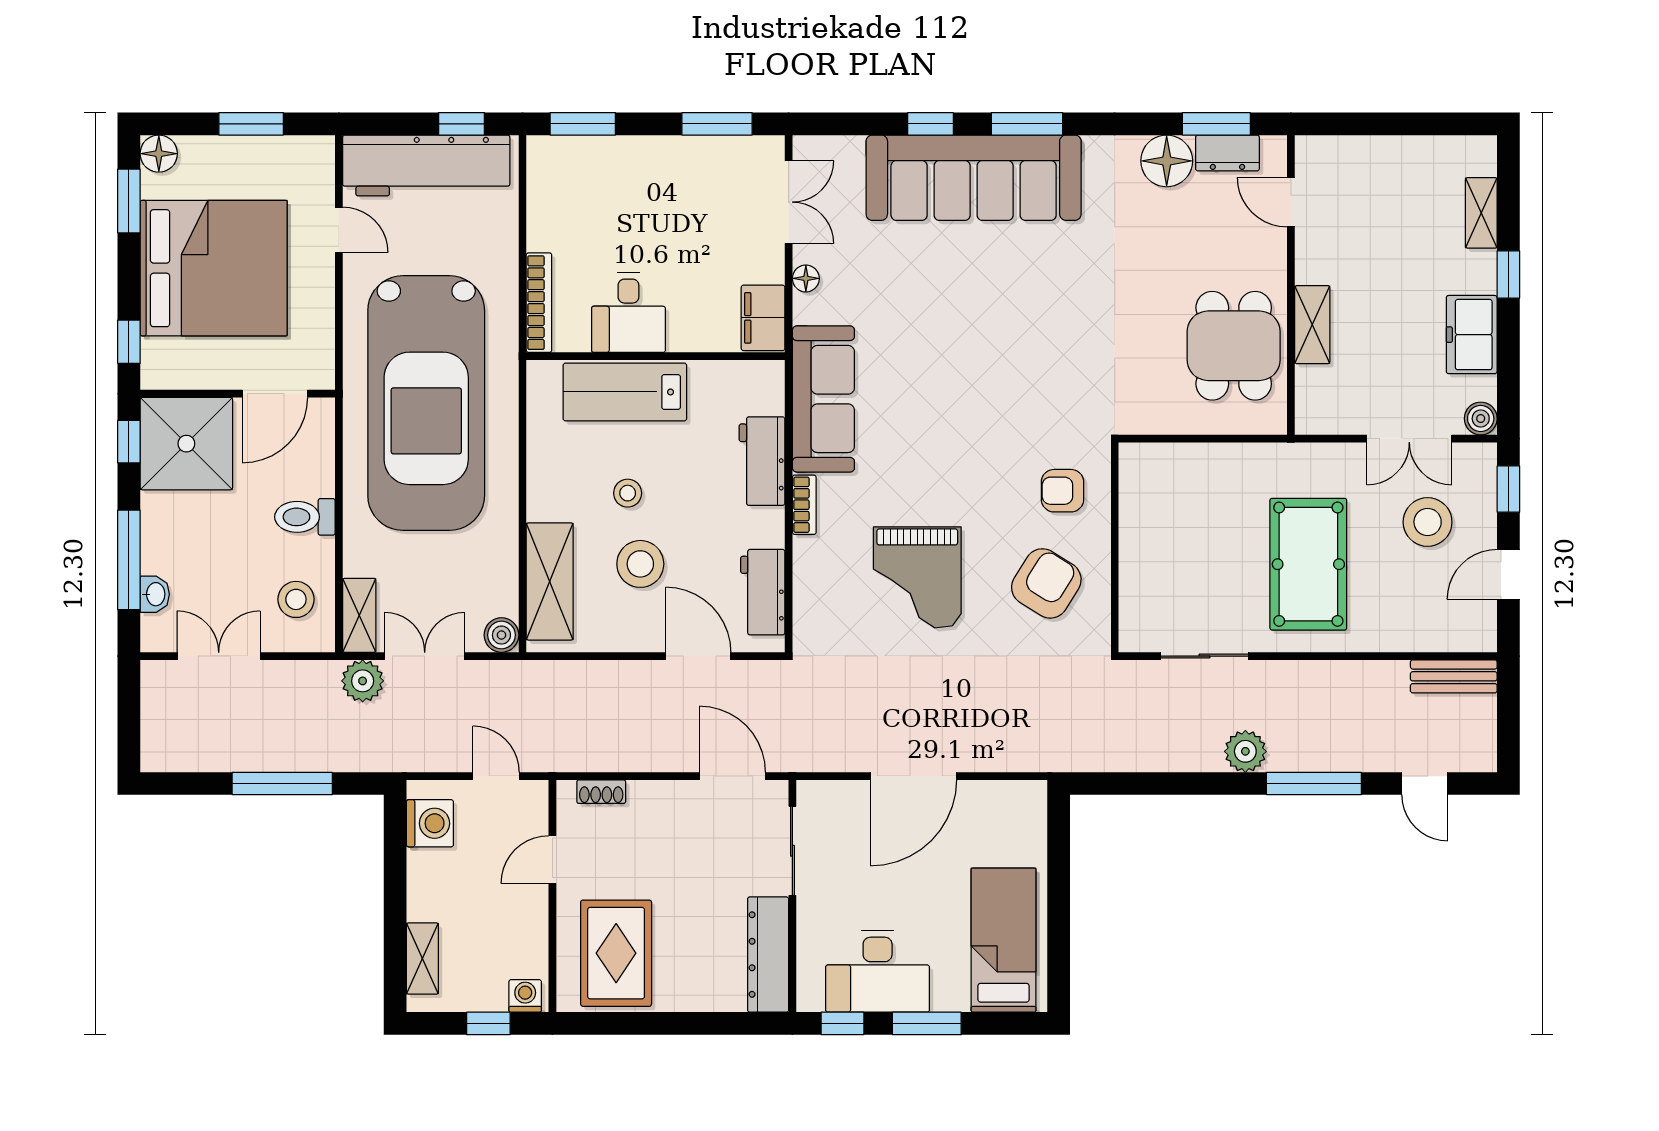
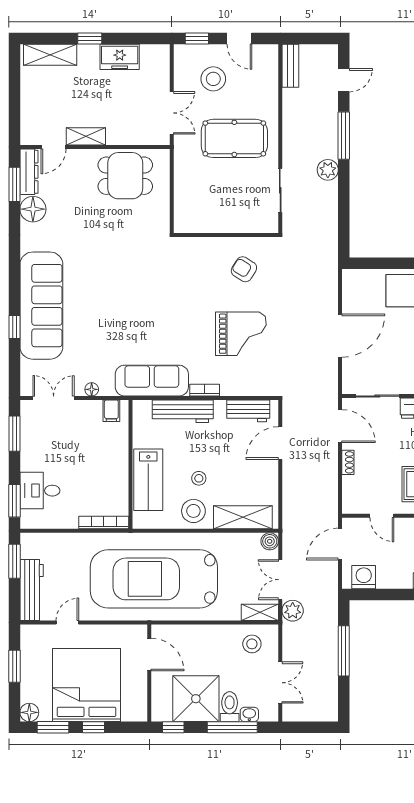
window: (462, 124) -> (14, 561), width x1.50
window: (1027, 124) -> (14, 279), removed
dresser: (1227, 153) -> (29, 172), width x1.44
workbench: (426, 166) -> (32, 590), width x0.73, depth x0.76
shelving: (1481, 213) -> (50, 55), width x1.50, depth x1.33
desk: (628, 313) -> (40, 491), moved, turned 180
filing cabinet: (763, 318) -> (111, 411), width x0.50
shelving: (1312, 325) -> (86, 136), moved
window: (129, 342) -> (93, 727), moved
car: (426, 403) -> (154, 579), turned 180
boiler: (1481, 419) -> (162, 52), removed
double door: (1409, 439) -> (172, 113), moved
shower: (186, 444) -> (196, 699), moved
workbench: (762, 461) -> (183, 411), width x1.38
armchair: (1062, 491) -> (198, 261), removed
toilet: (305, 517) -> (230, 707), moved, turned 180
stool: (640, 564) -> (193, 511), moved
armchair: (1046, 583) -> (244, 269), width x0.72, depth x0.72
double door: (219, 656) -> (280, 683), swing flipped
door: (496, 776) -> (340, 544), width x1.38
door: (732, 776) -> (340, 426), swing flipped
door: (914, 776) -> (340, 336), hinge flipped
shoe rack: (601, 792) -> (348, 462), moved

